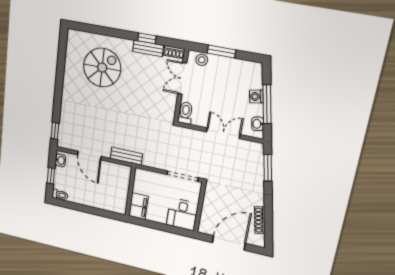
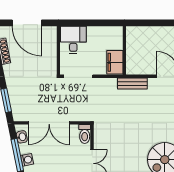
double door: (223, 133) -> (49, 123), width x1.37
filing cabinet: (138, 206) -> (115, 62), moved
door: (229, 243) -> (27, 23), hinge flipped

